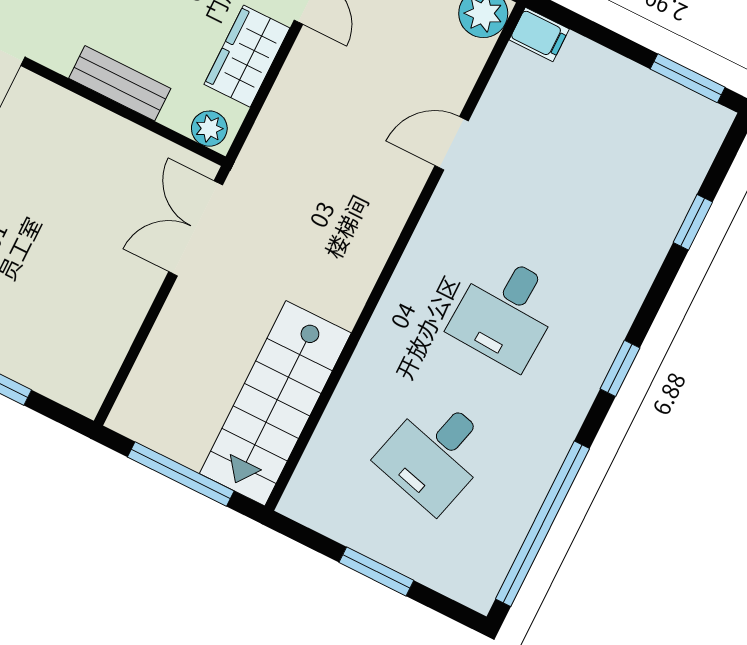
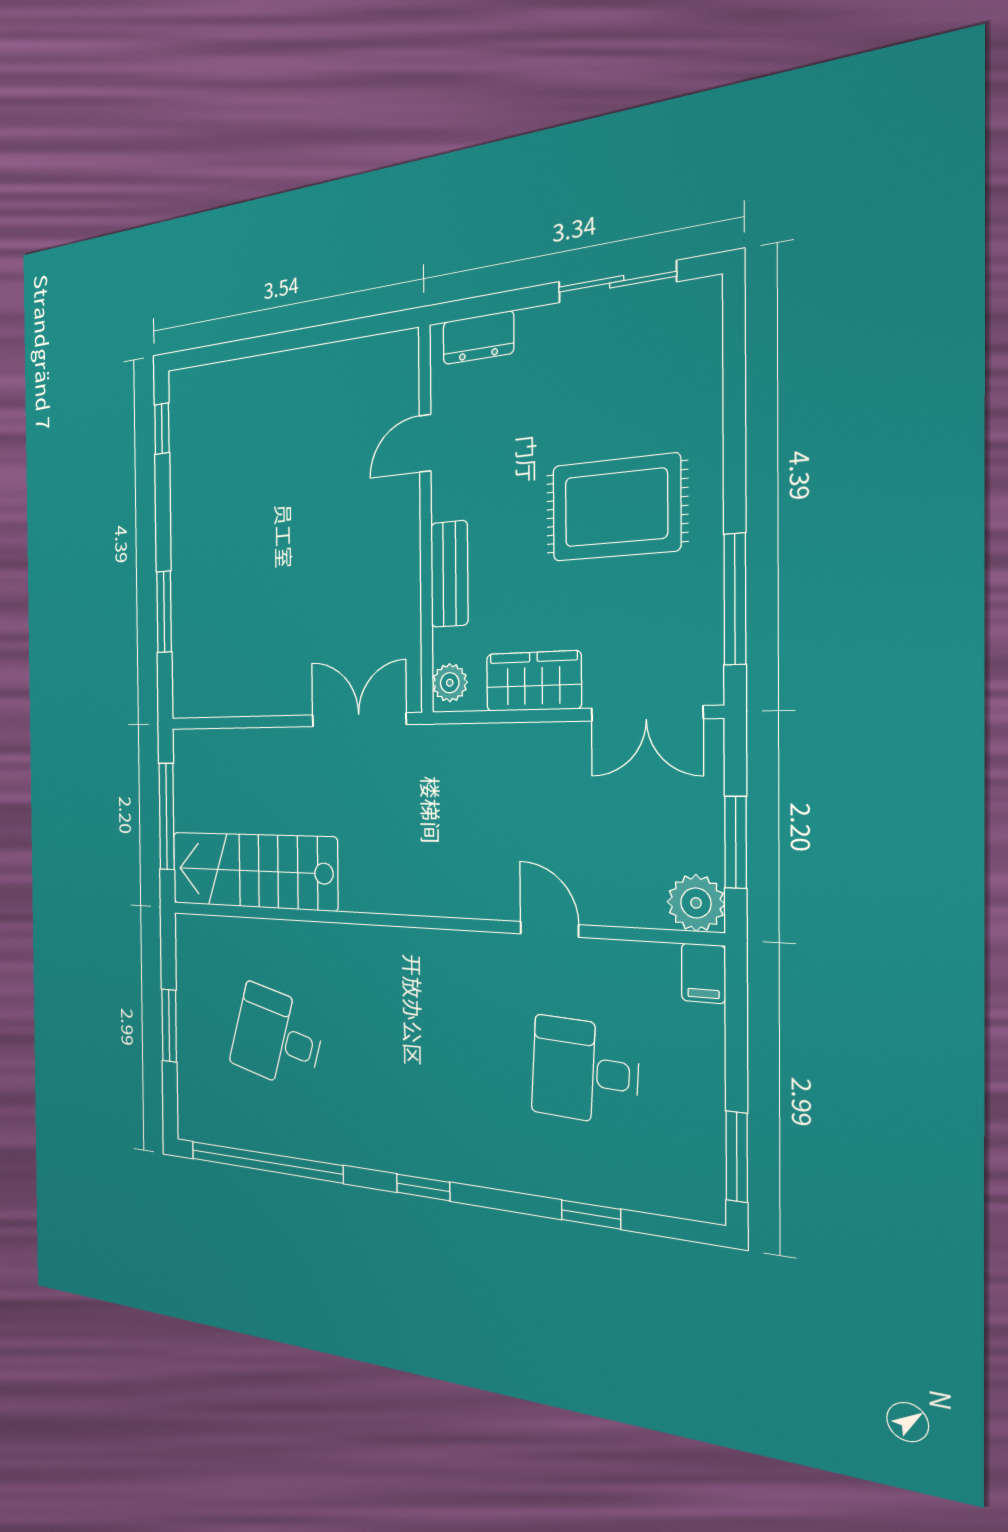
desk: (506, 312) -> (585, 1071), moved

